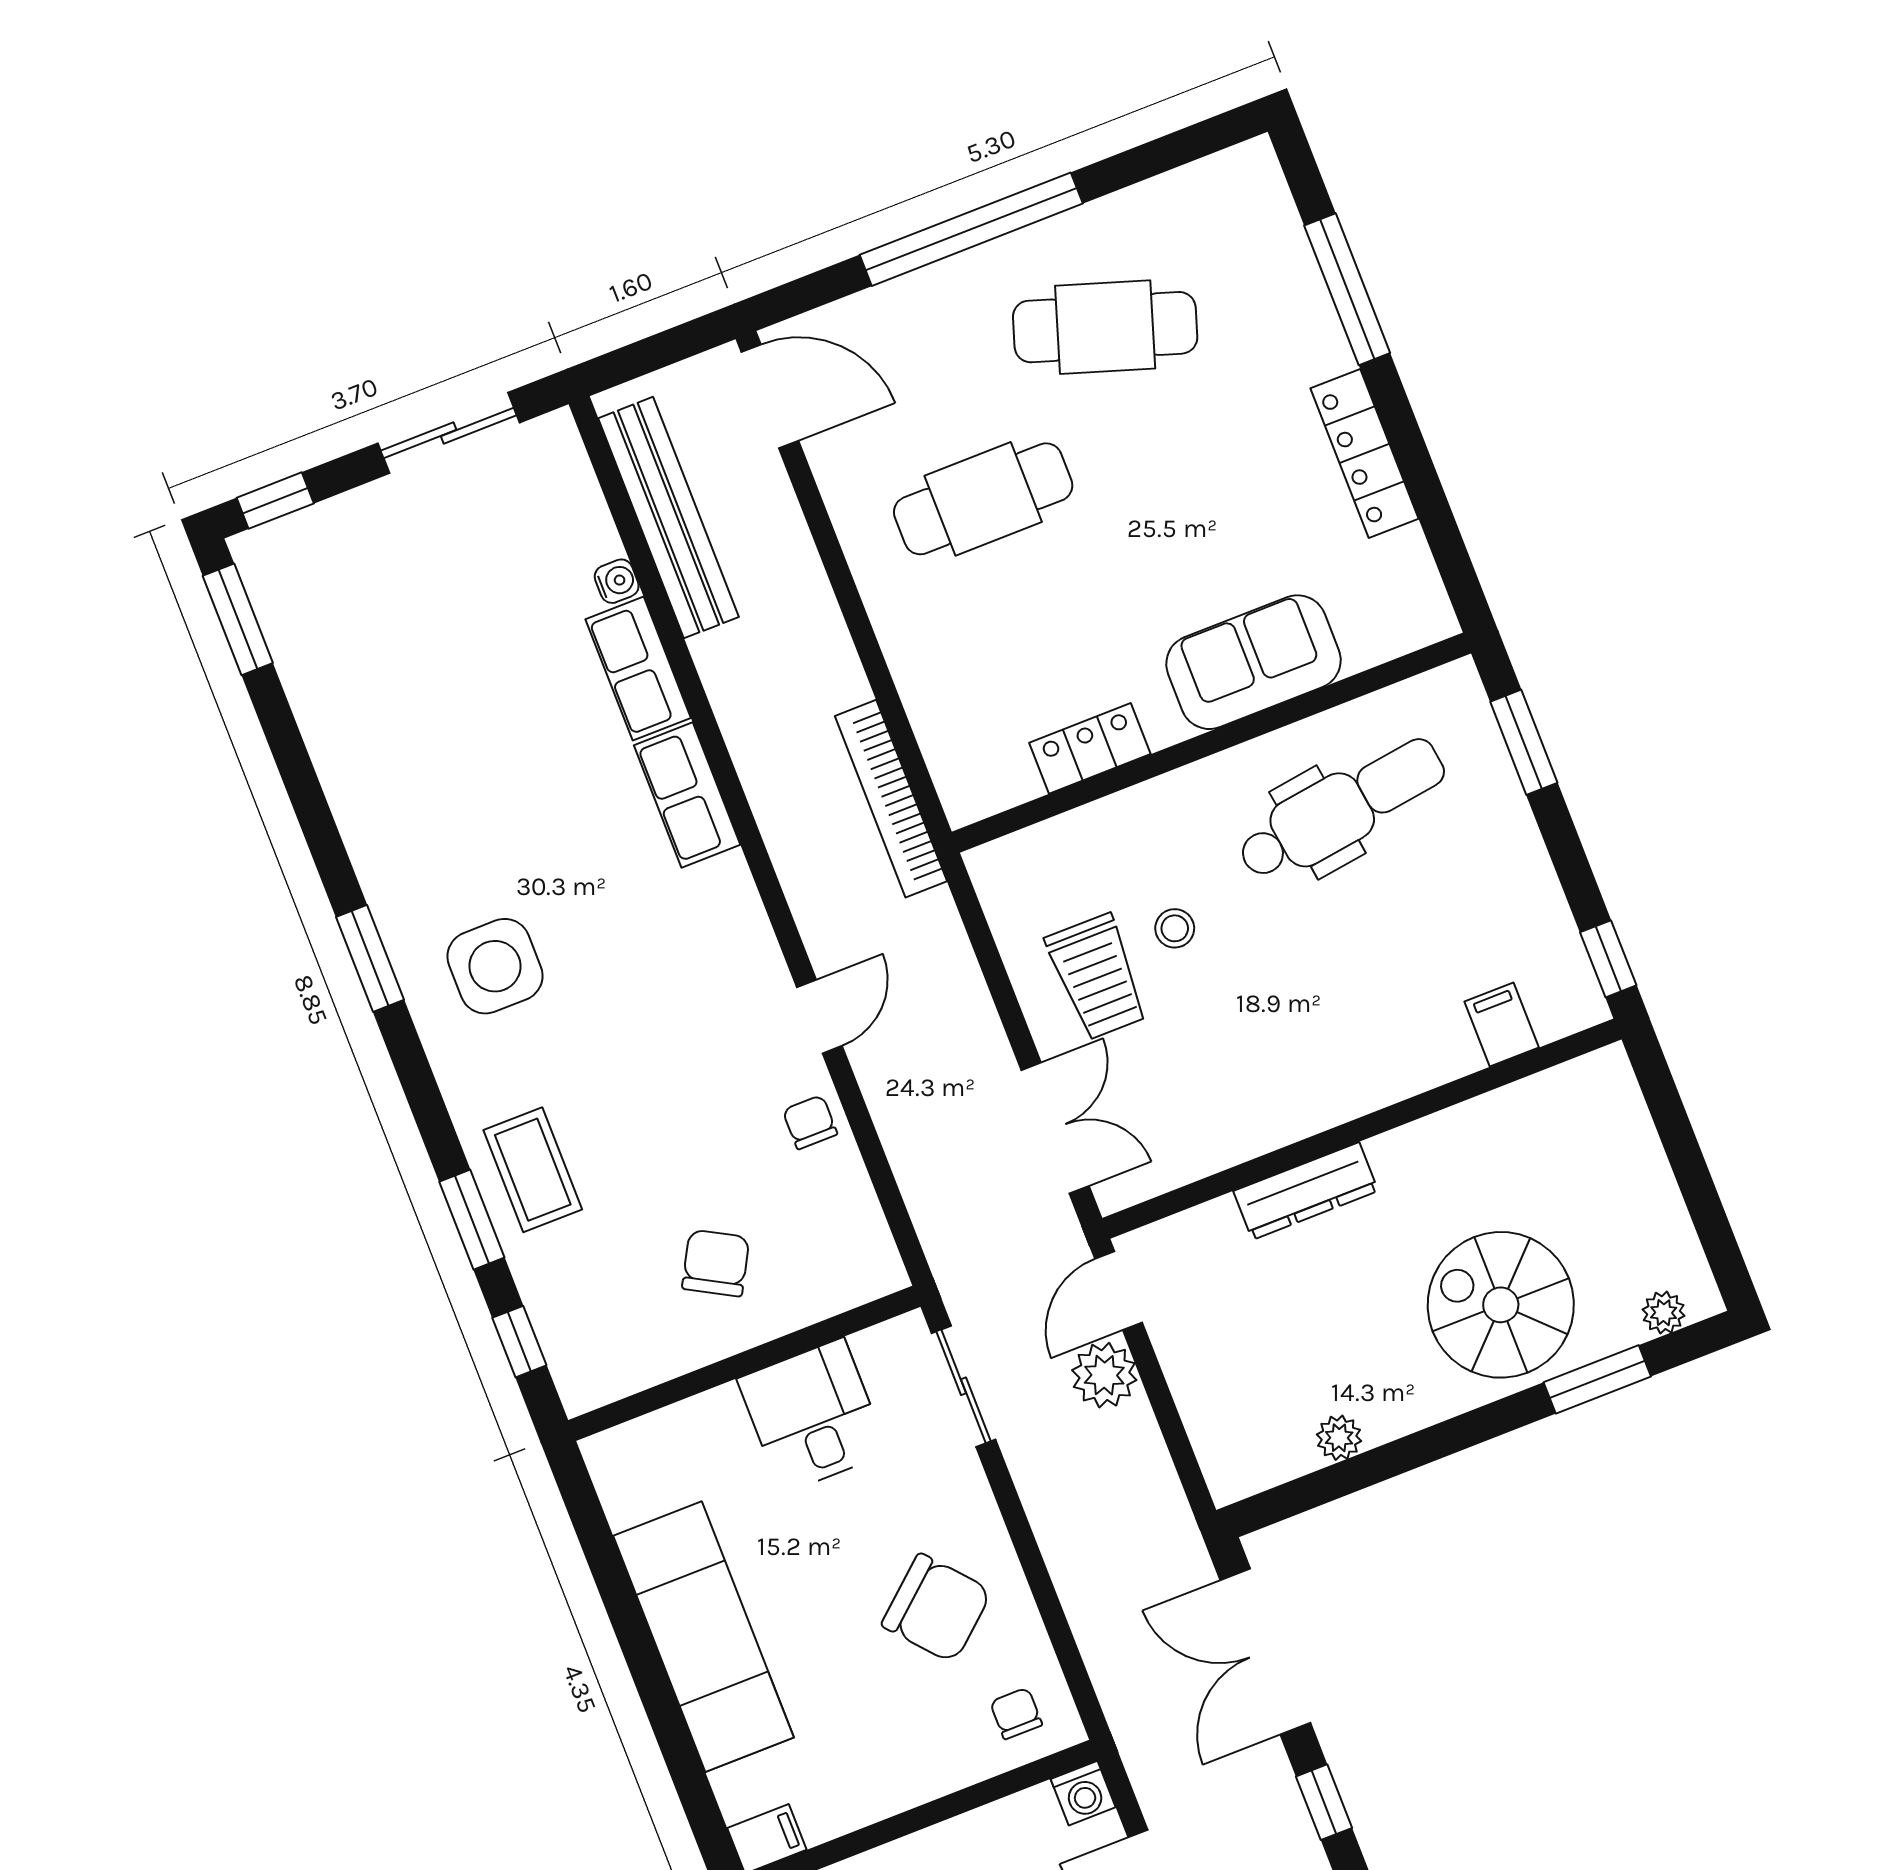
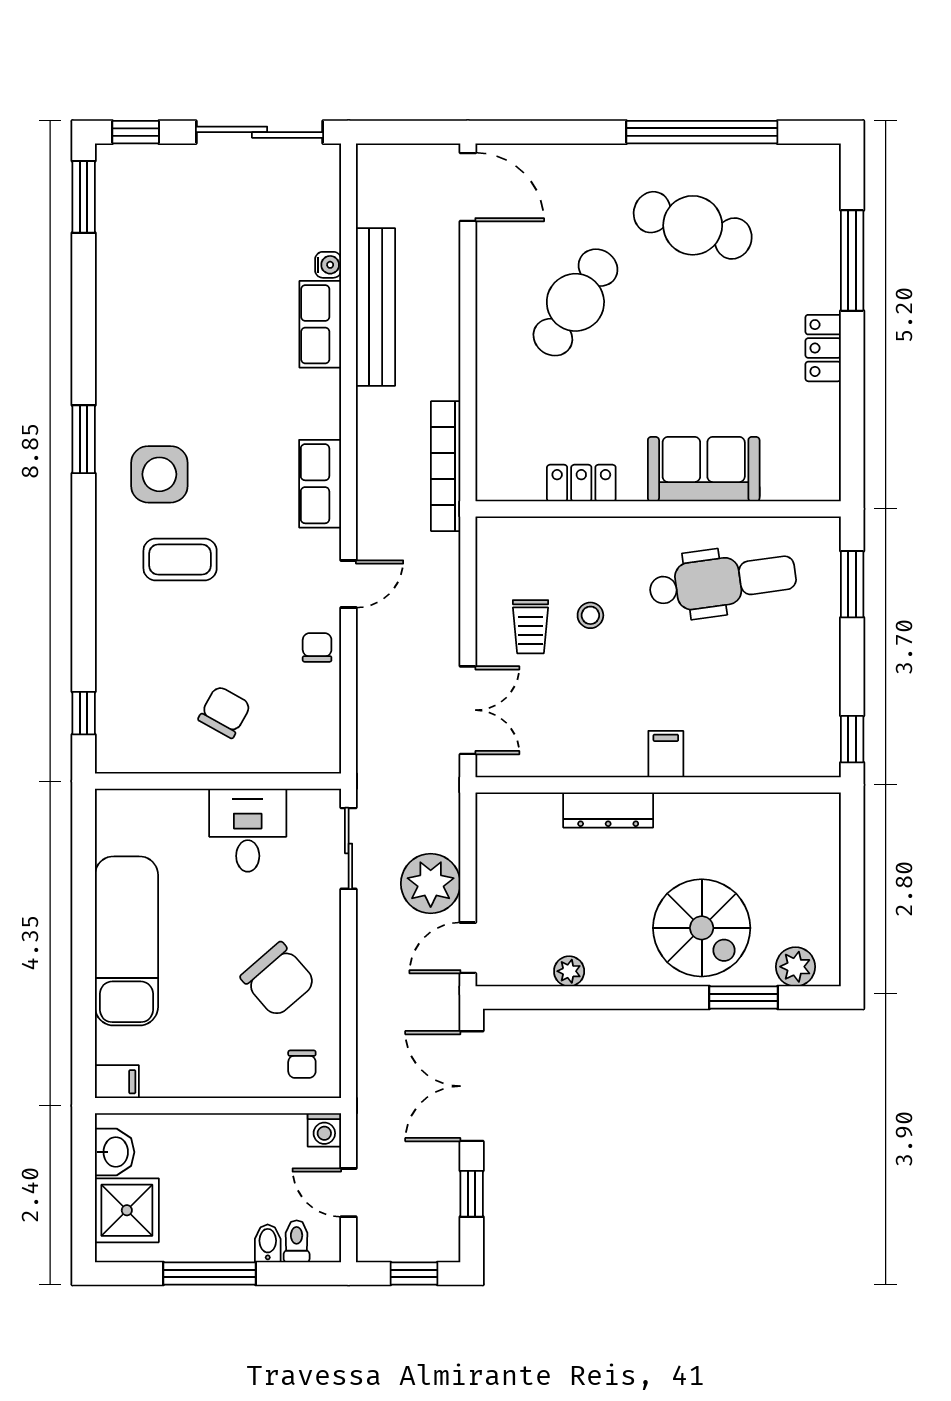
window: (971, 229) -> (702, 132), moved
sliding door: (449, 433) -> (260, 132), width x1.37
locker: (1365, 453) -> (823, 348), width x0.66
cafe table: (983, 499) -> (575, 302), turned -57
bench: (668, 518) -> (376, 307), moved
row of seats: (687, 795) -> (320, 484), moved
trolley: (1097, 977) -> (531, 627), width x0.73, depth x0.72
filing cabinet: (1502, 1025) -> (666, 754), moved
coffee table: (533, 1170) -> (180, 559), moved, turned 90
window: (472, 1220) -> (84, 626), removed
door: (1119, 1291) -> (468, 948), moved
spiral stairs: (1501, 1305) -> (702, 928), turned 180
plant: (1664, 1313) -> (795, 967), width x1.38, depth x1.38
plant: (1104, 1375) -> (431, 884), width x1.36, depth x1.36
chair: (1016, 1713) -> (302, 1064), turned 180

